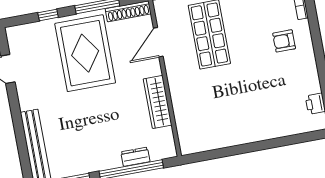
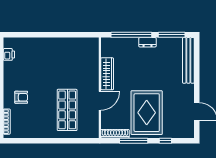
door: (158, 42) -> (100, 101), moved
dresser: (135, 157) -> (147, 42), moved

